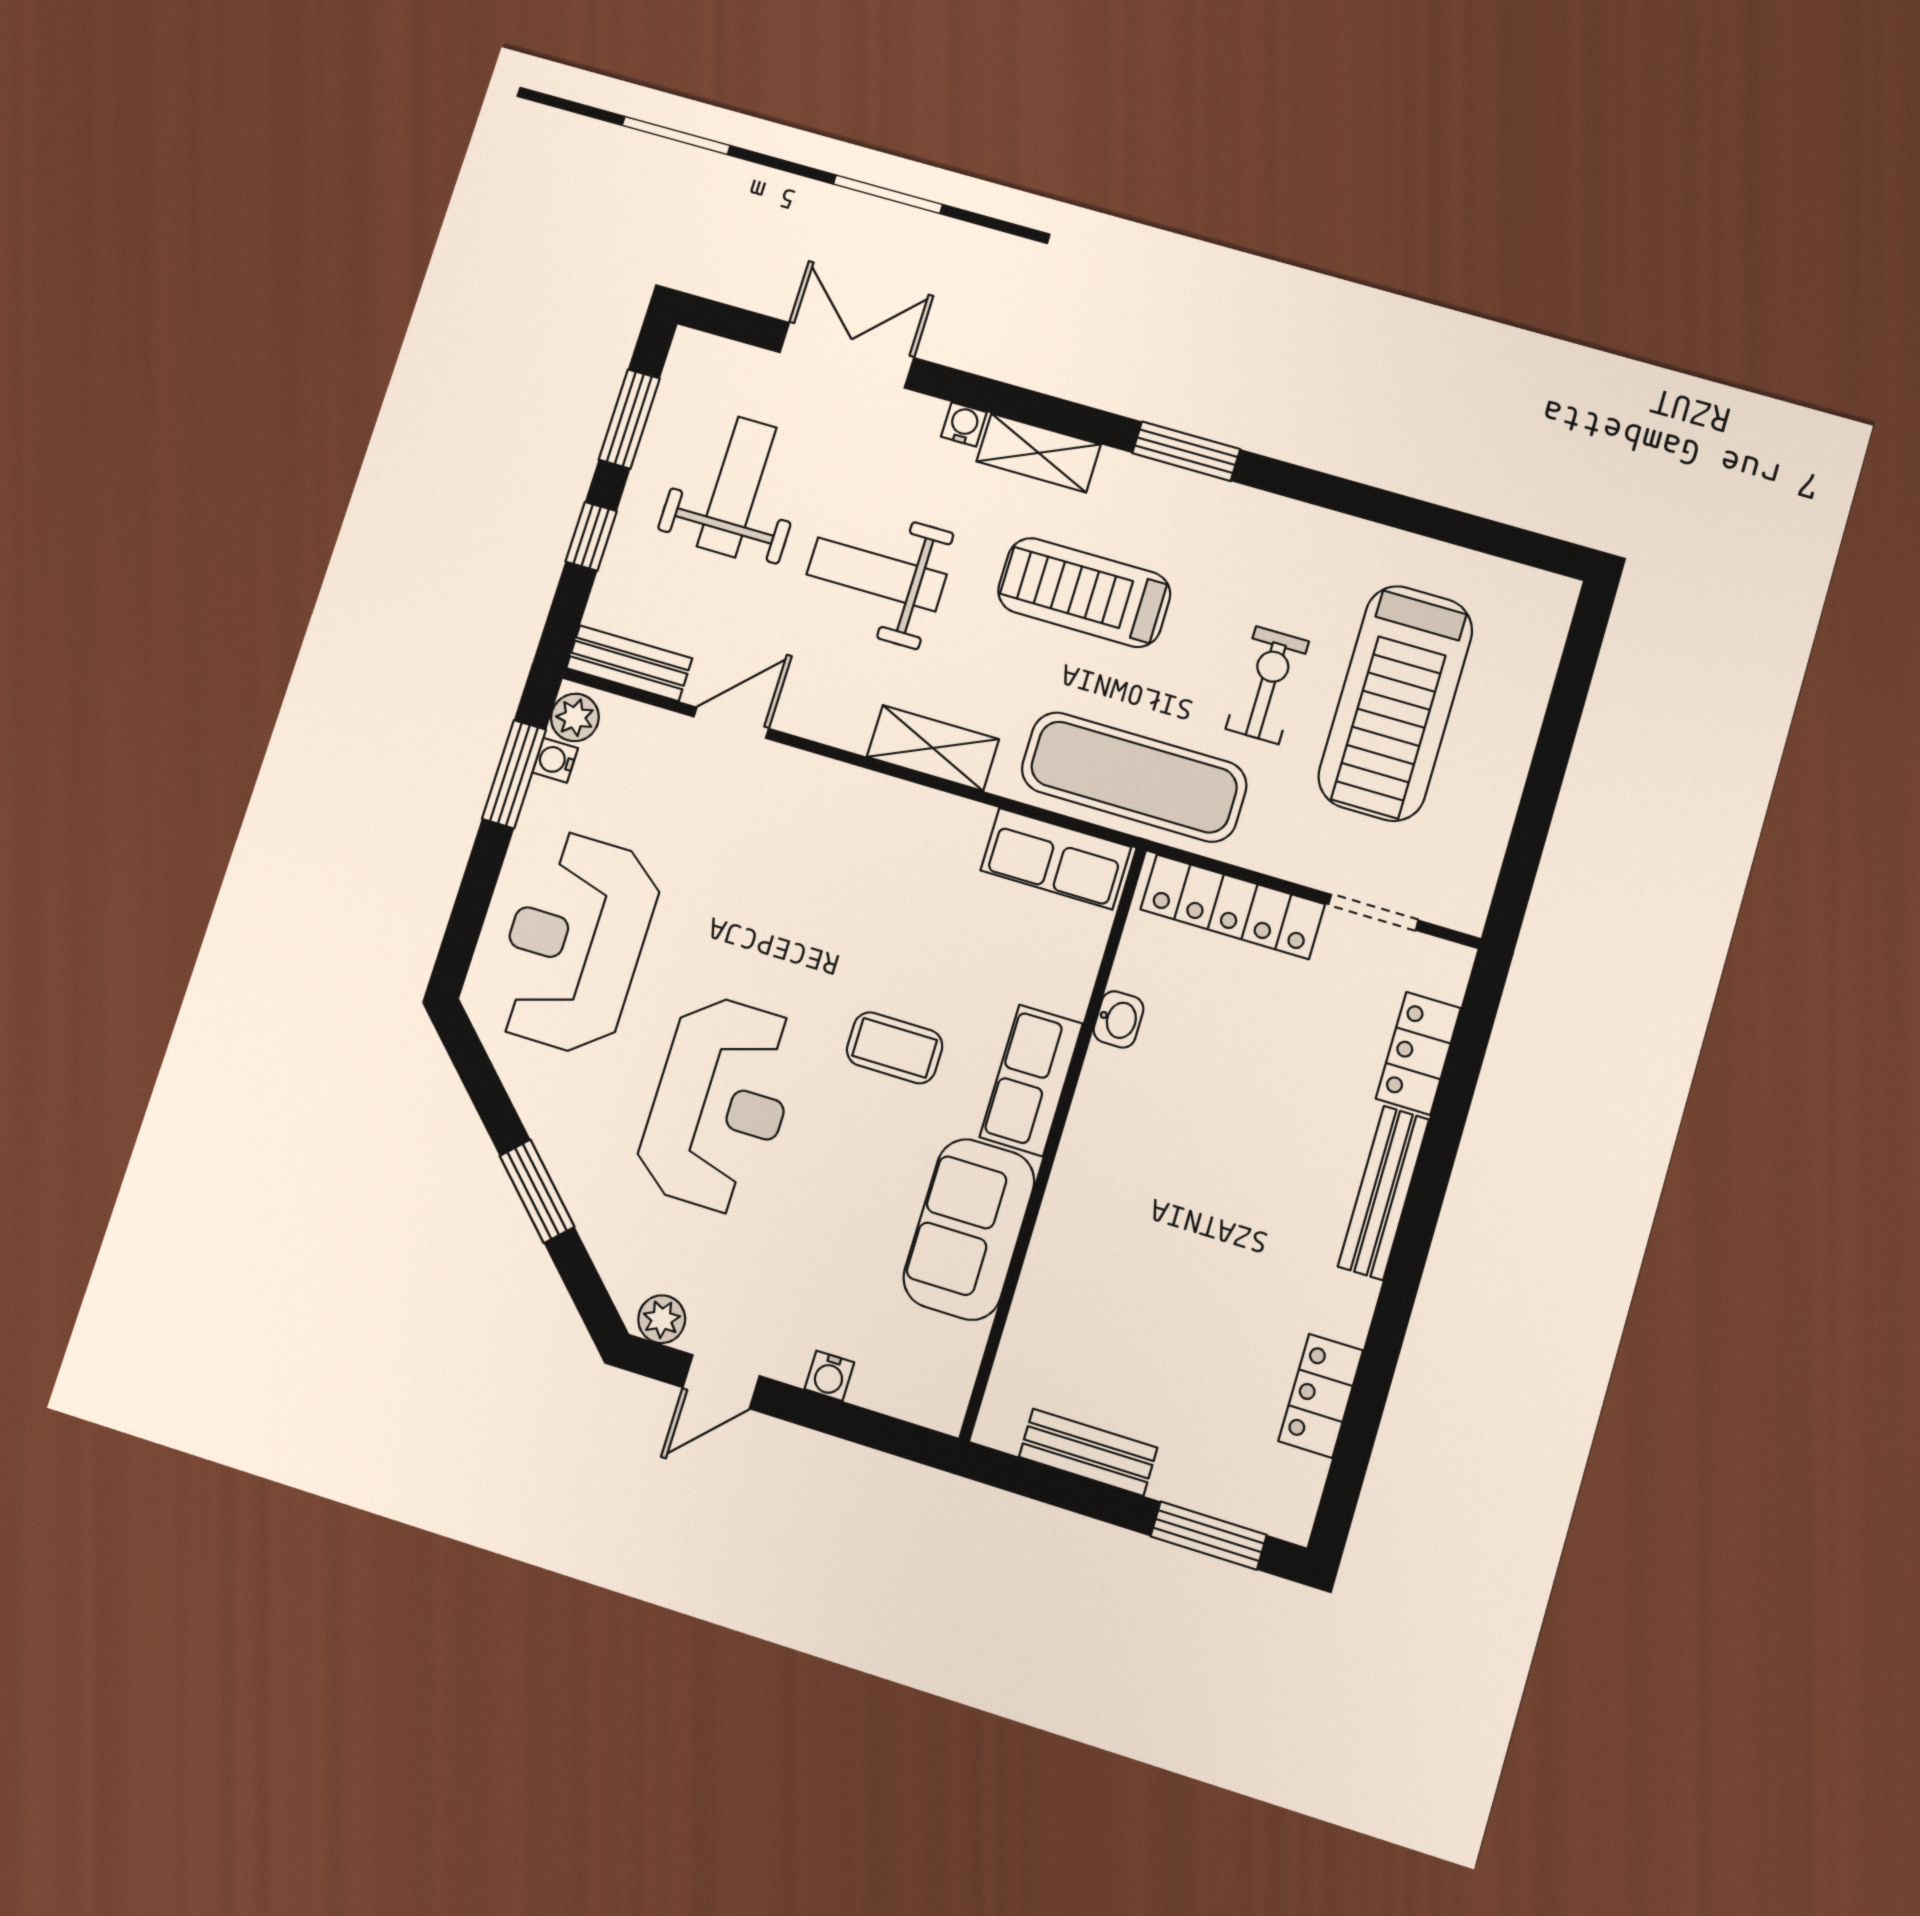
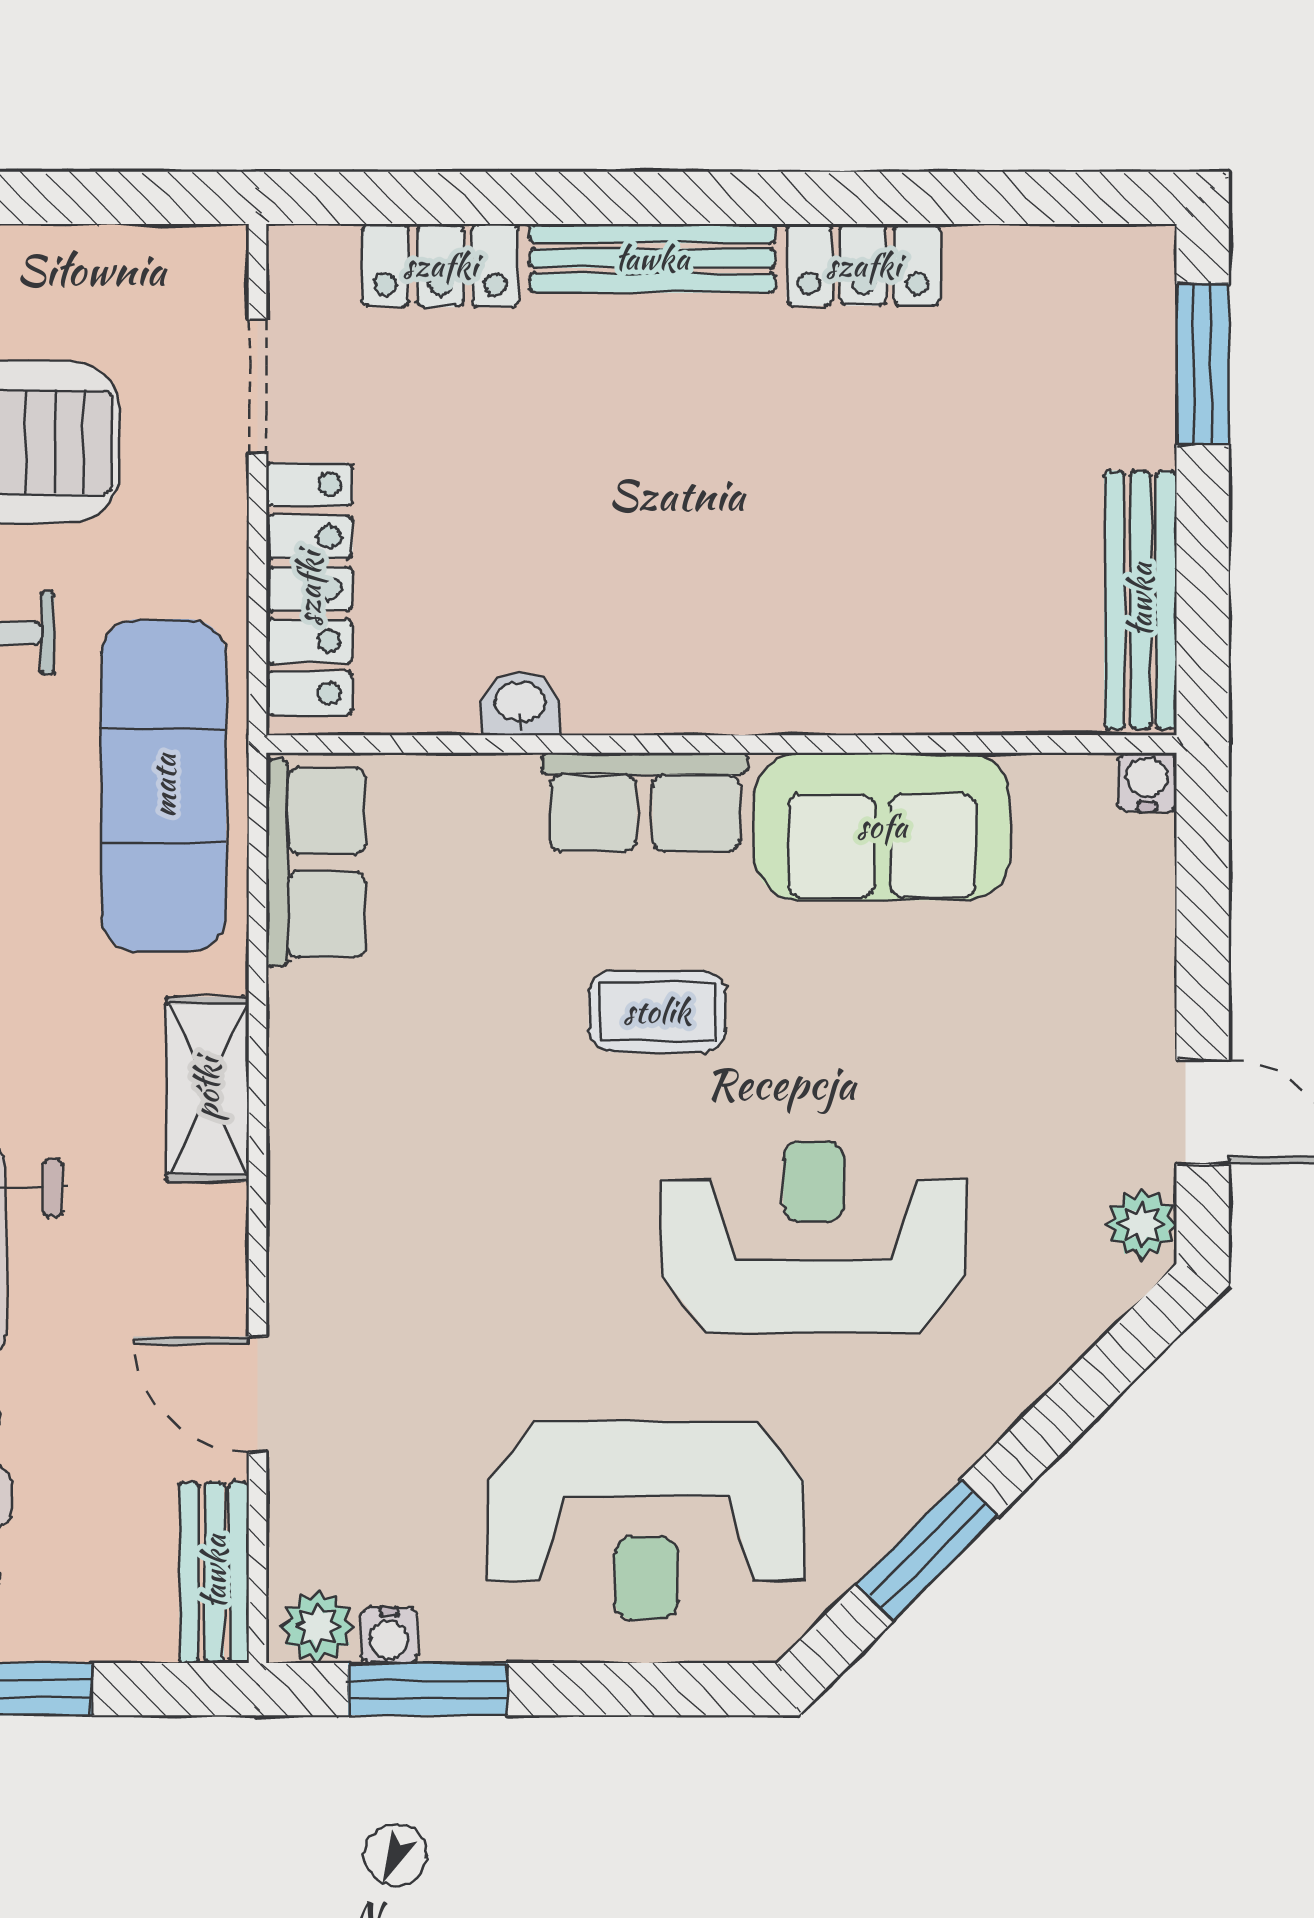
coffee table: (895, 1048) -> (657, 1011), turned 90
window: (537, 1191) -> (927, 1550), moved
water cooler: (829, 1376) -> (1147, 782), moved, turned -90
locker: (1321, 1396) -> (863, 265), moved
bench: (1088, 1452) -> (1140, 600), width x1.36

